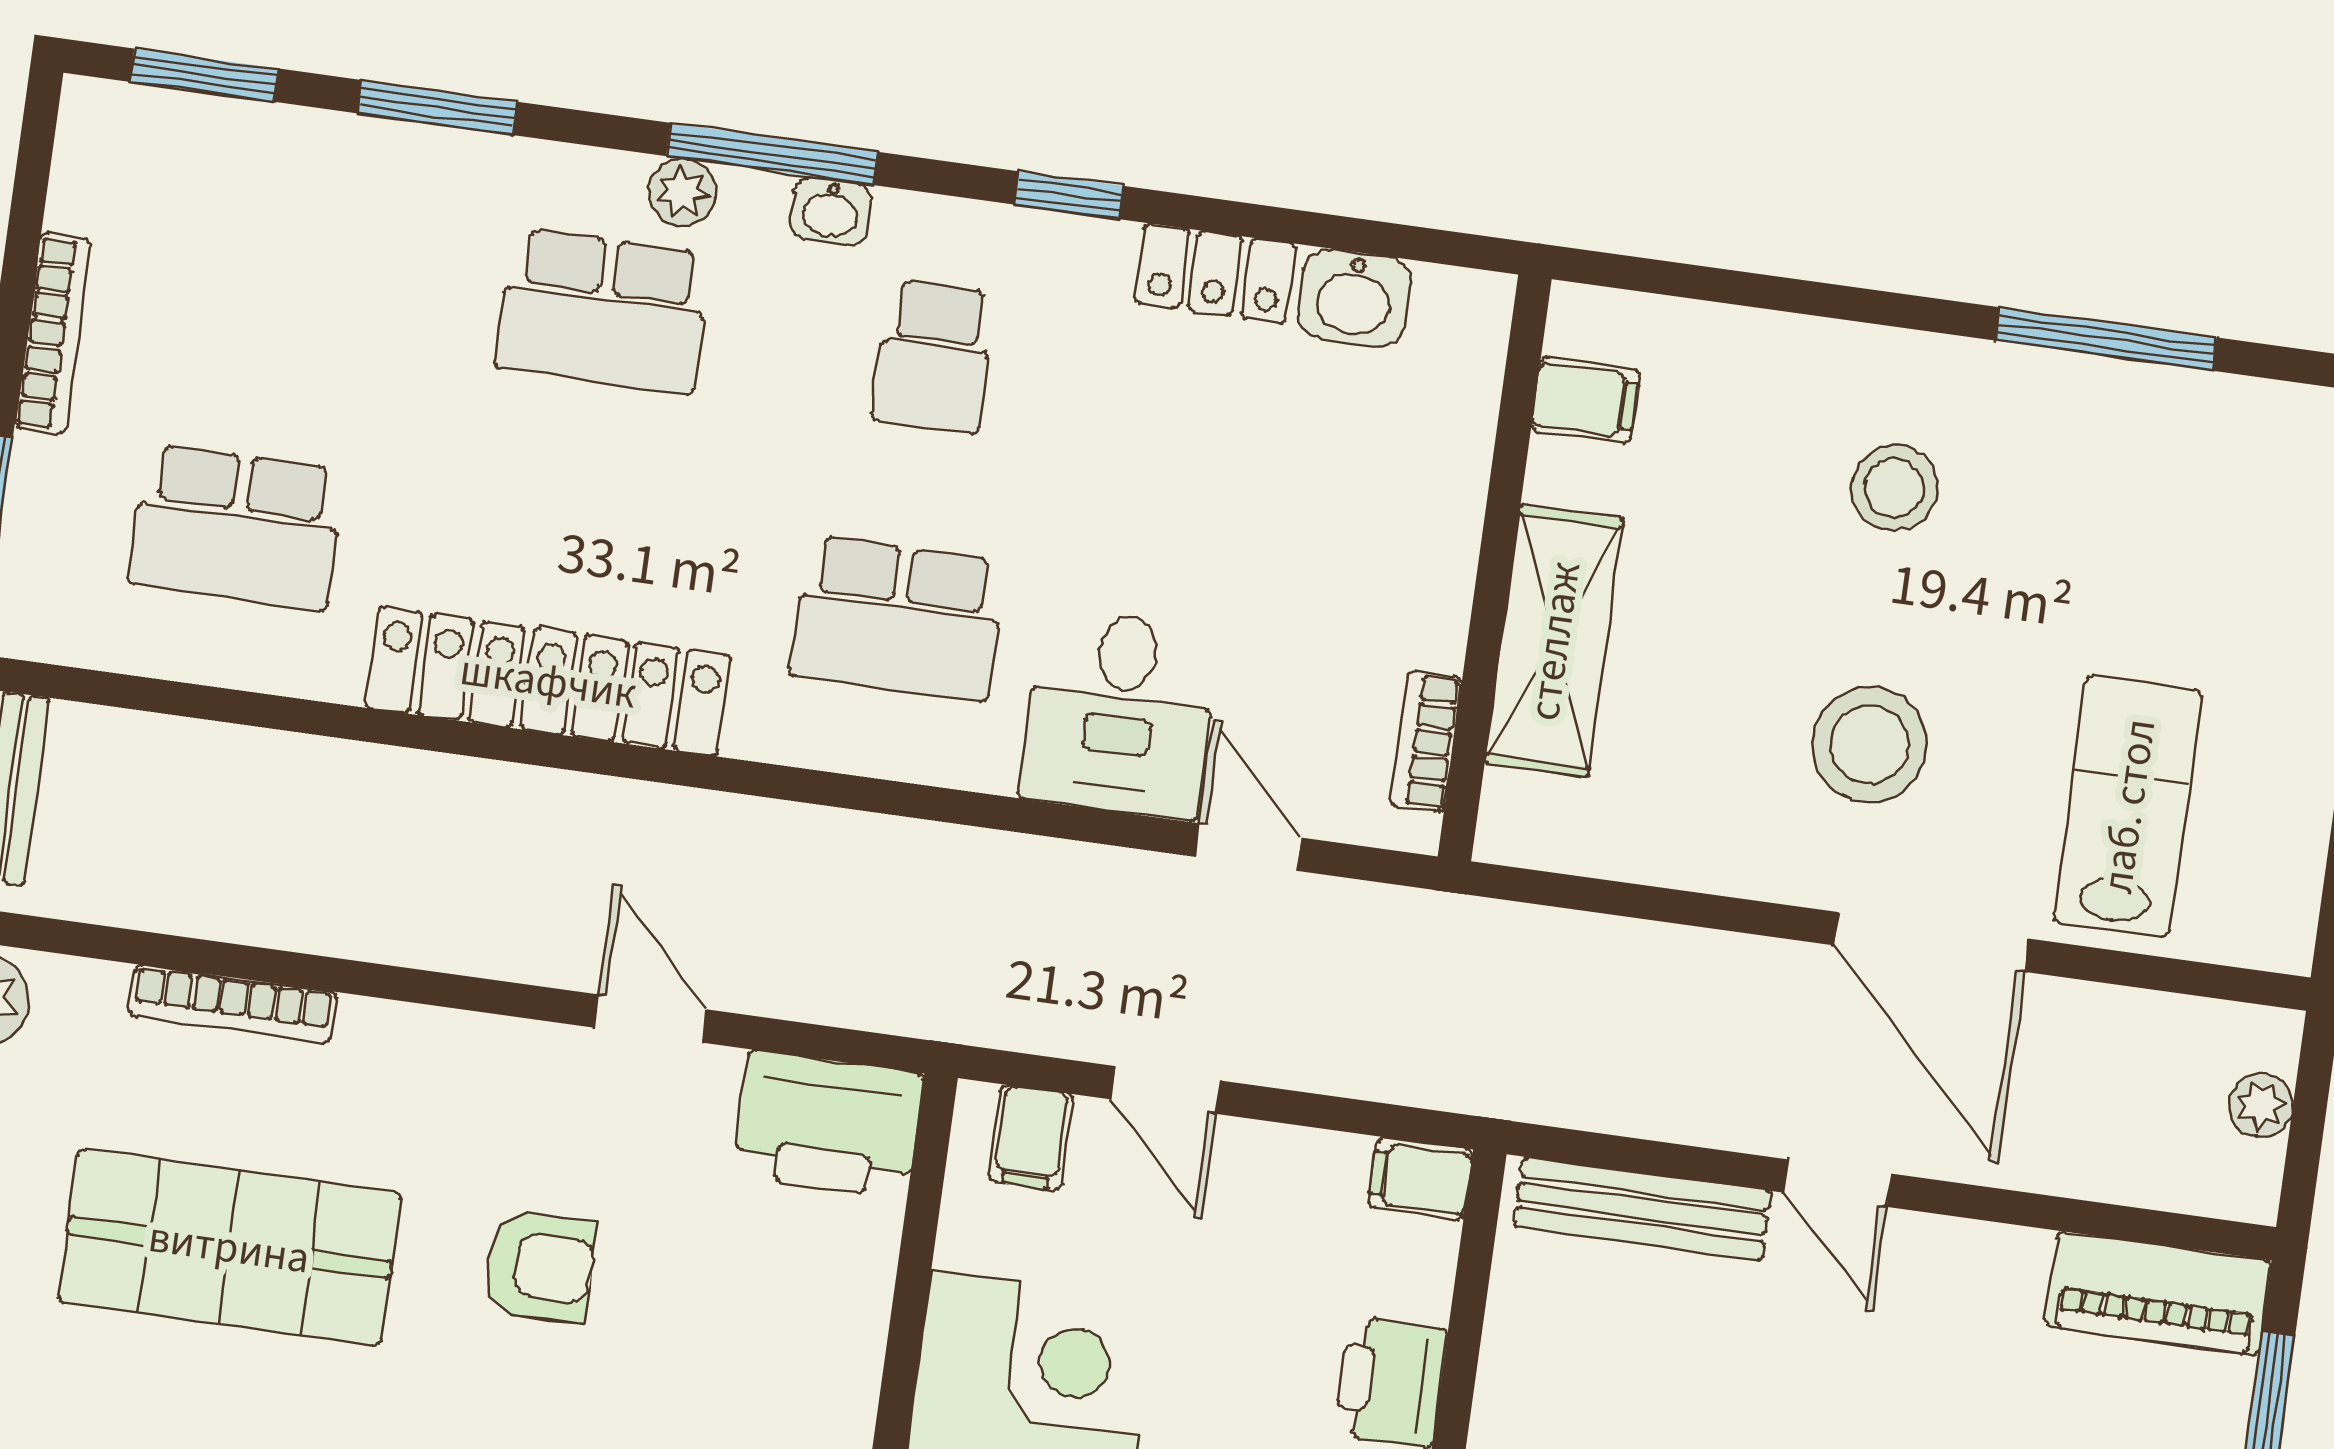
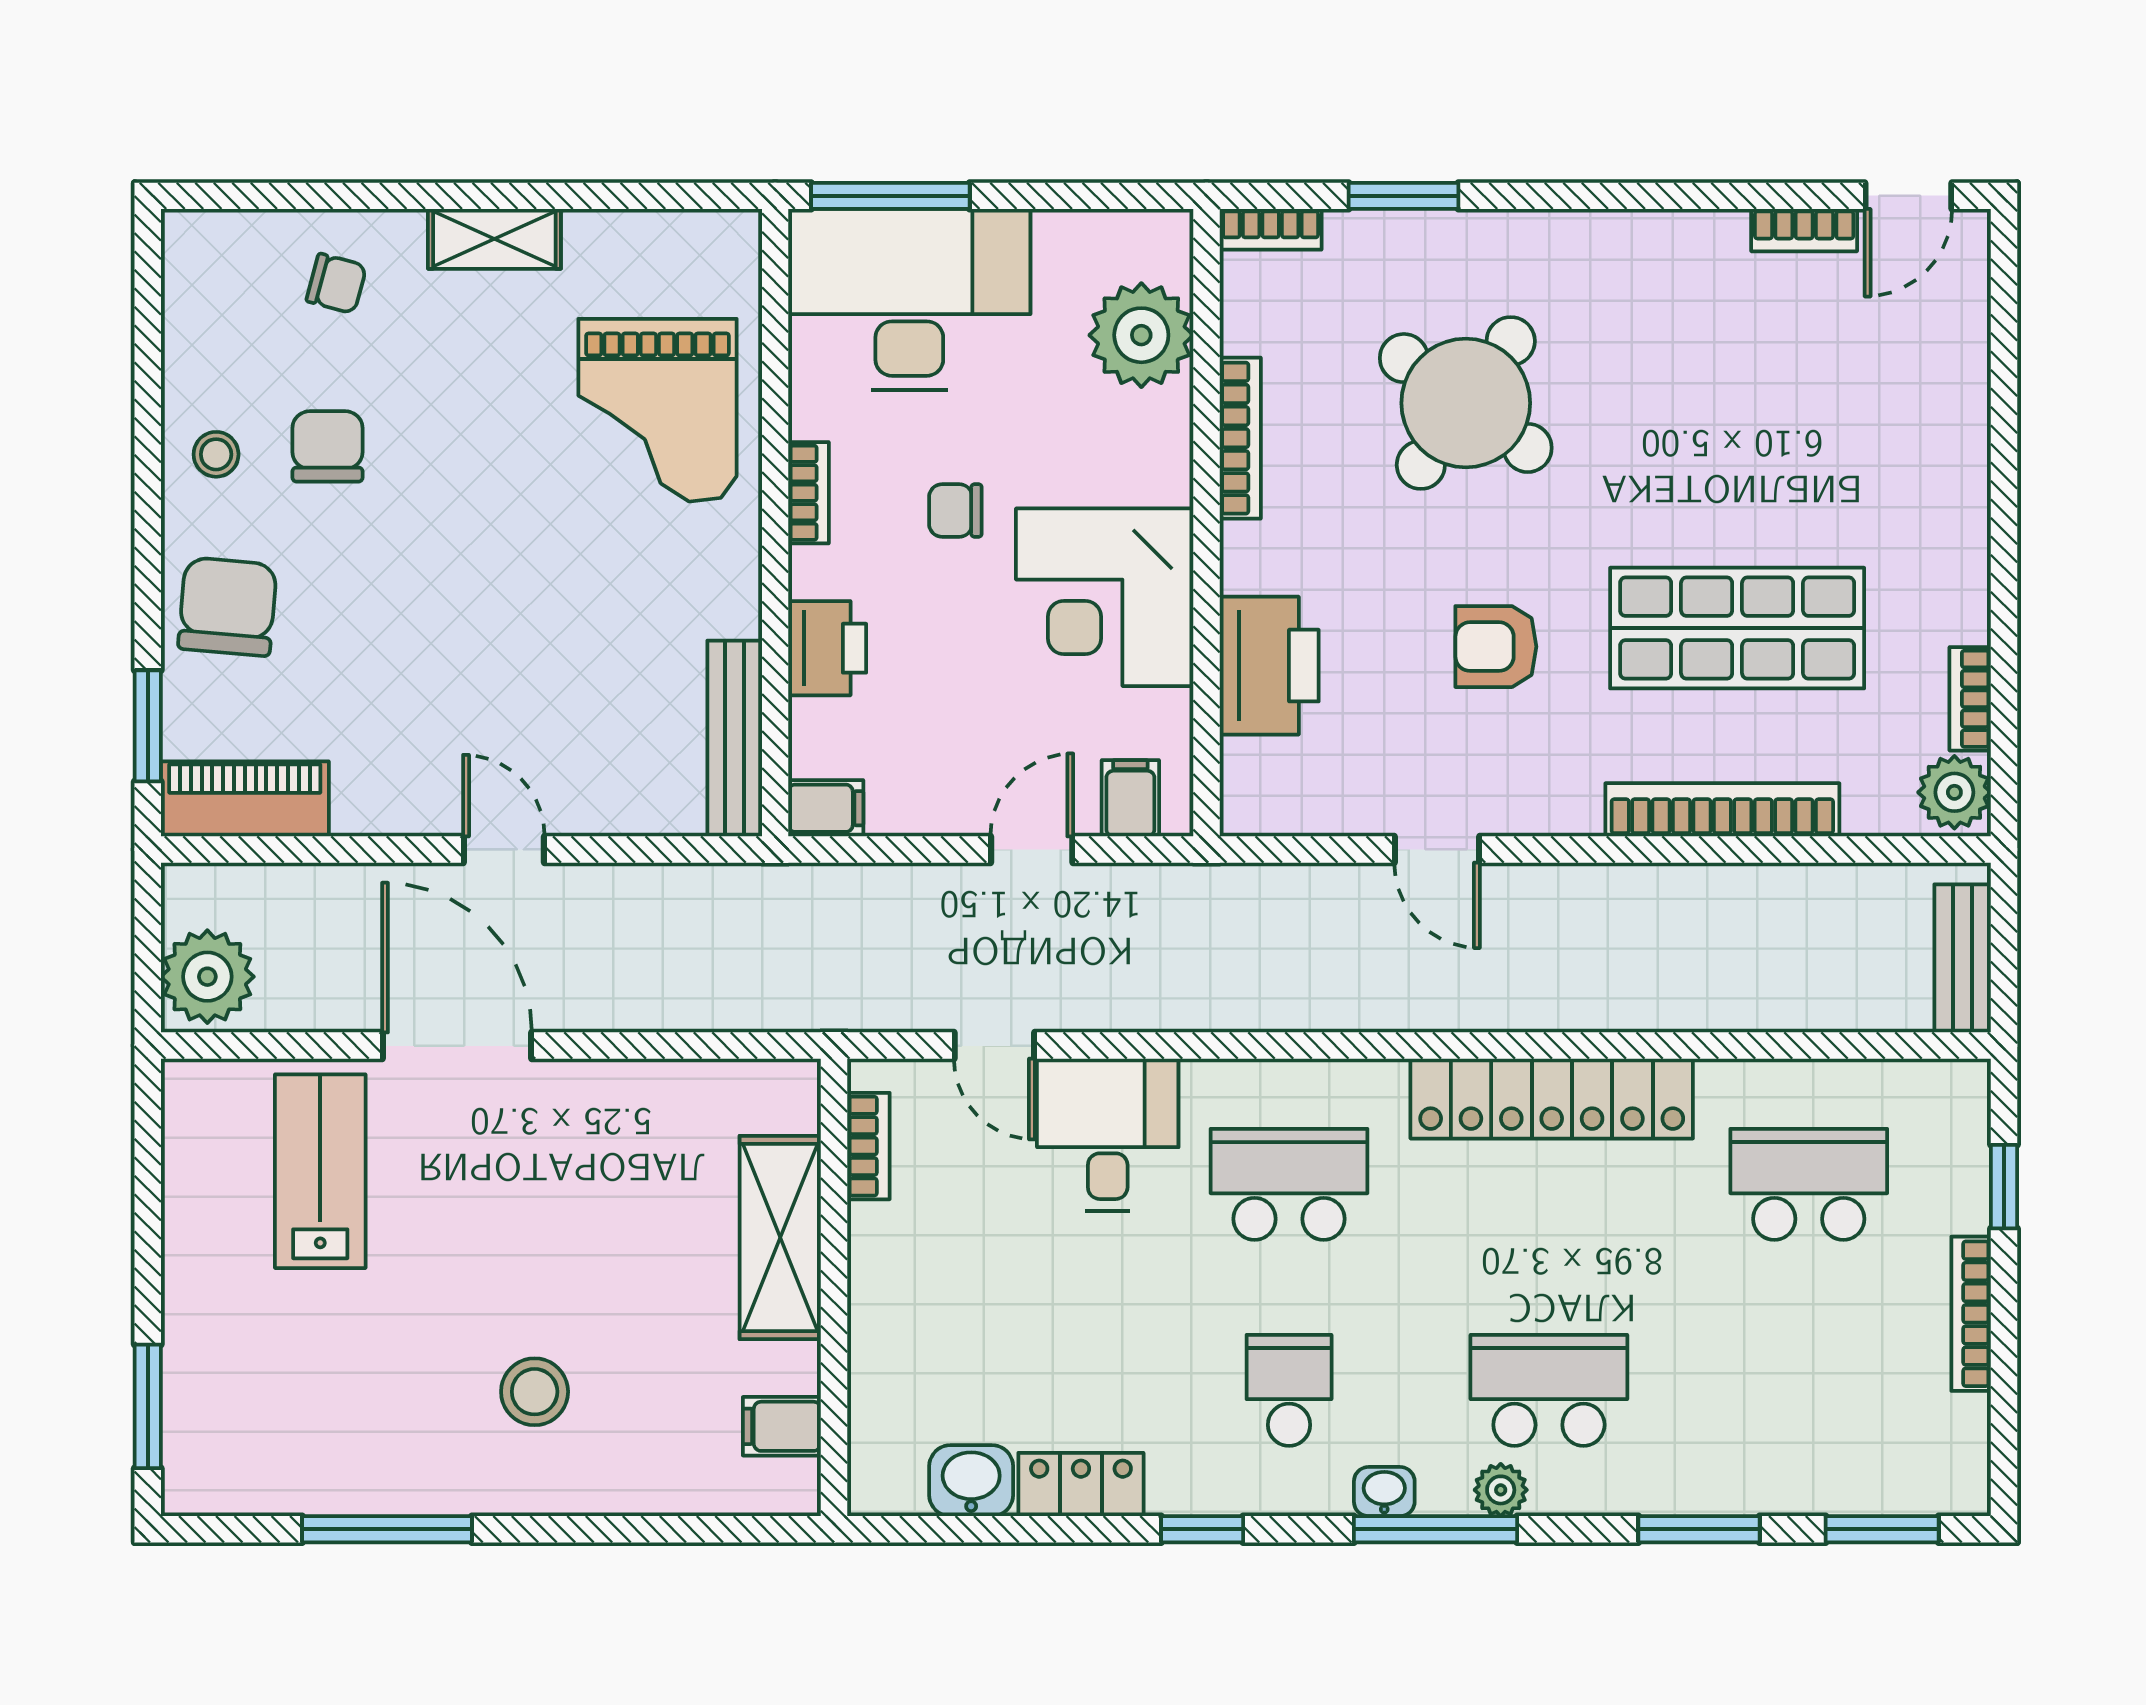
stool: (1869, 744) -> (526, 1191), removed
lab bench: (2128, 806) -> (320, 1171), turned 180
bookcase: (233, 1004) -> (1722, 810), width x1.48, depth x1.31
door: (1166, 1090) -> (1032, 849), hinge flipped
plant: (2261, 1105) -> (207, 977), width x1.88, depth x1.88
printer: (828, 1124) -> (1269, 666), moved, turned 90
bench: (1642, 1209) -> (735, 739), moved, turned 90

